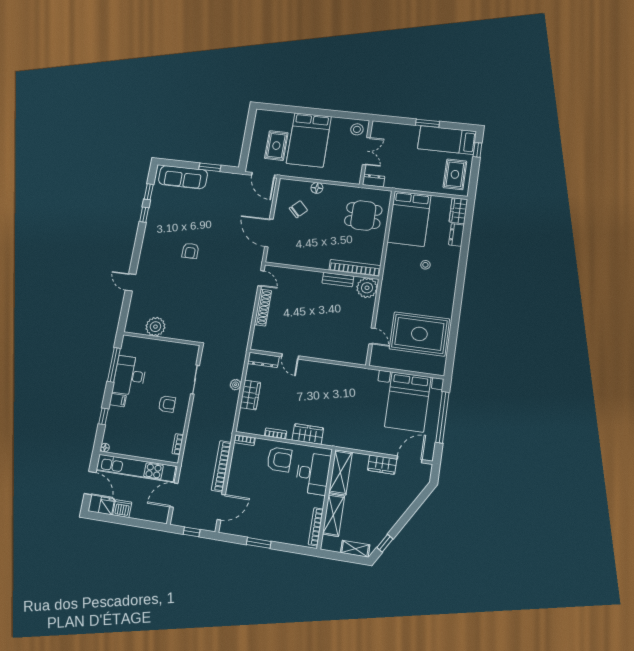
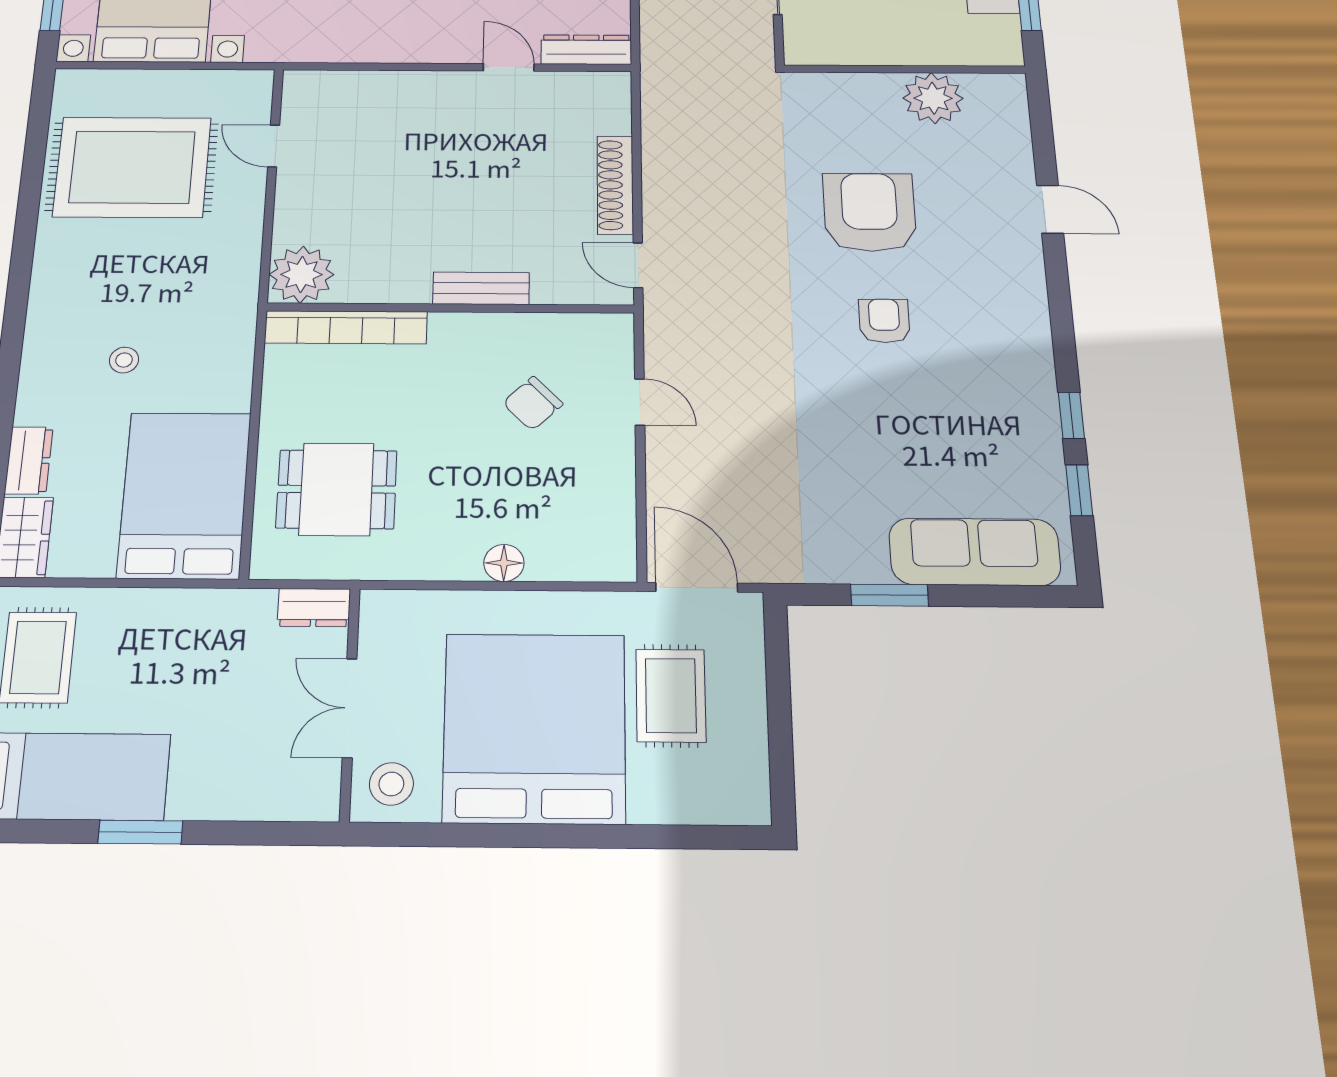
bed: (309, 140) -> (535, 728), width x1.36
chair: (298, 209) -> (533, 403), moved
door: (269, 233) -> (640, 402), width x0.53
bench: (338, 280) -> (481, 288), moved
armchair: (186, 288) -> (870, 212), added

